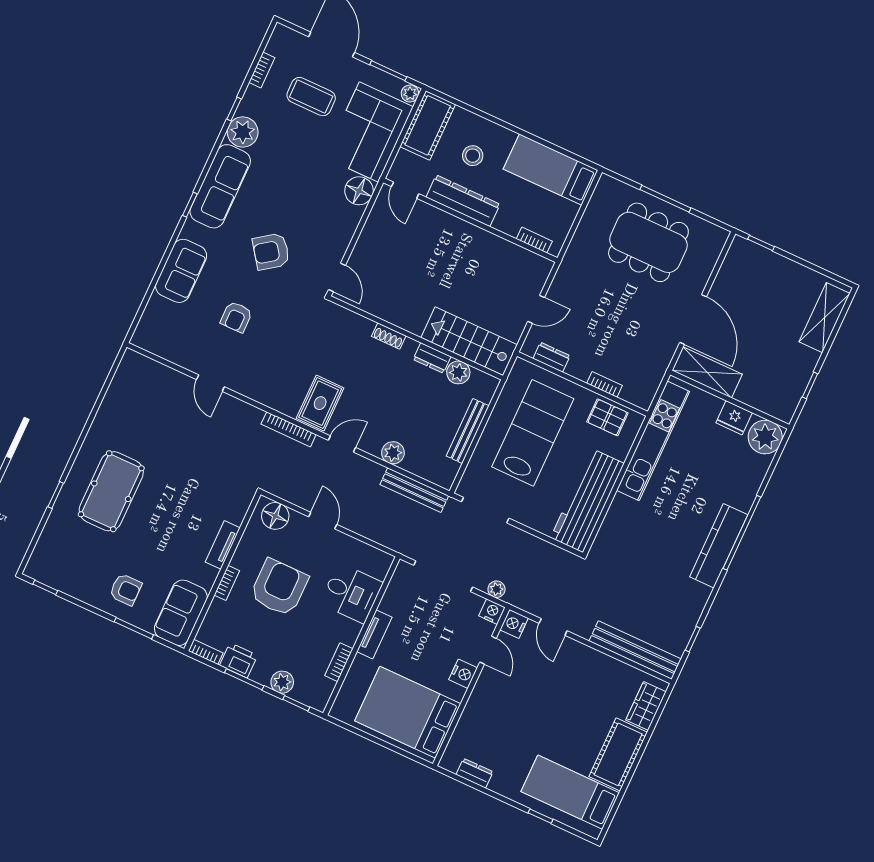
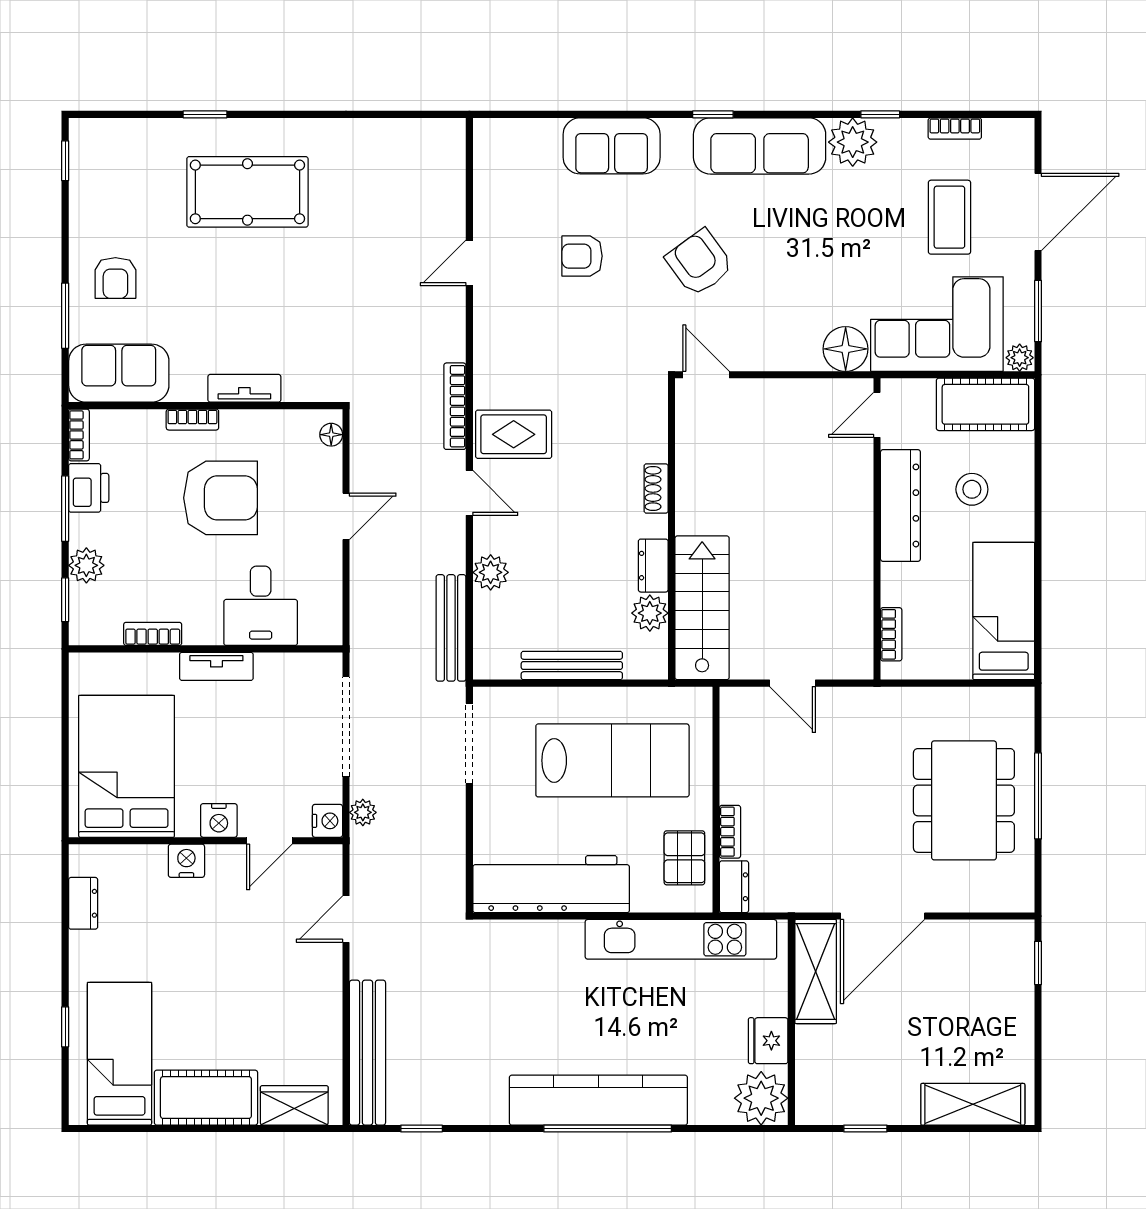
door: (337, 277) -> (706, 375), swing flipped
dresser: (552, 357) -> (734, 887), moved
floor lamp: (275, 516) -> (331, 435), width x0.53, depth x0.53
kitchen counter: (719, 546) -> (598, 1100), width x1.39, depth x1.17
nightstand: (514, 624) -> (186, 861), moved

